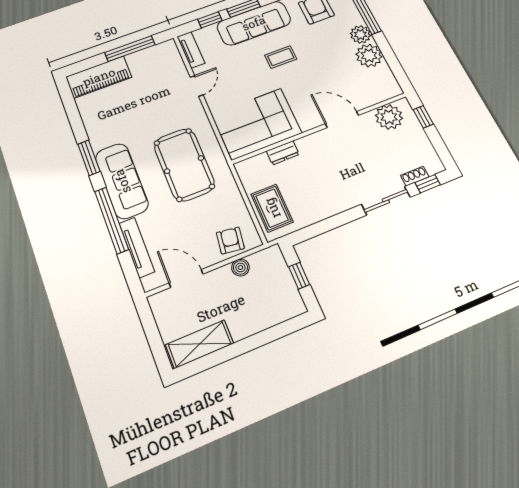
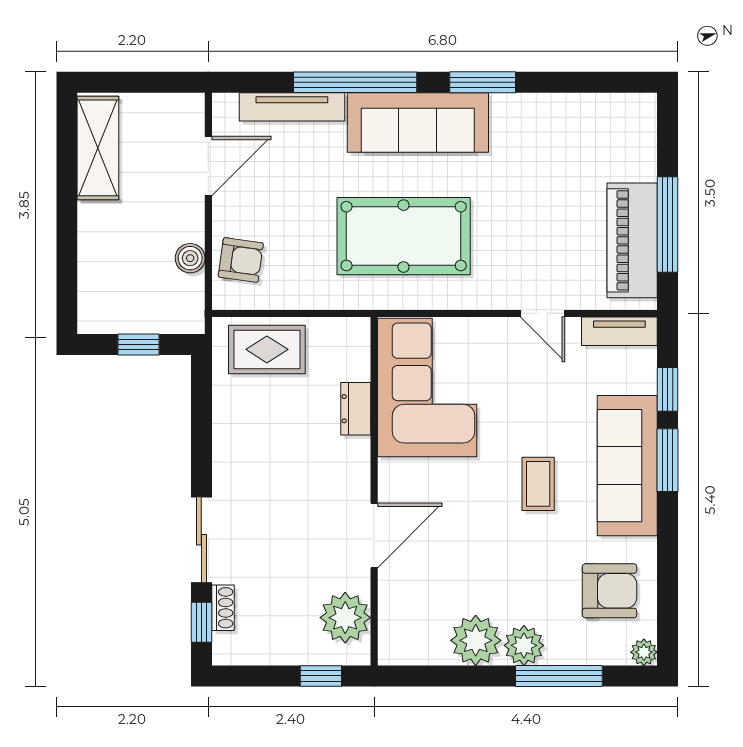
piano: (99, 77) -> (632, 240), moved

